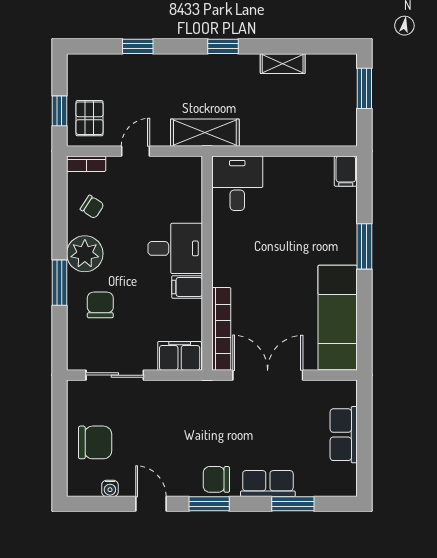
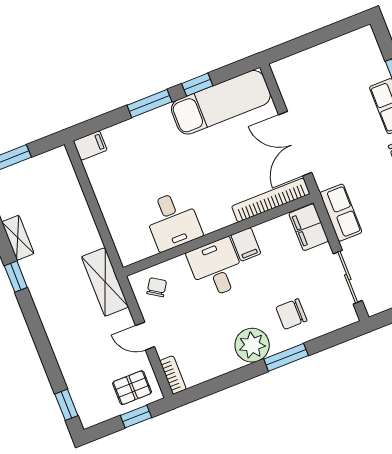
window: (138, 46) -> (66, 405), moved
window: (223, 46) -> (16, 277), moved
desk: (237, 183) -> (172, 221), moved, turned -90
chair: (92, 207) -> (157, 287), moved
window: (364, 301) -> (197, 85), added
row of seats: (344, 435) -> (341, 213), moved, turned -90

